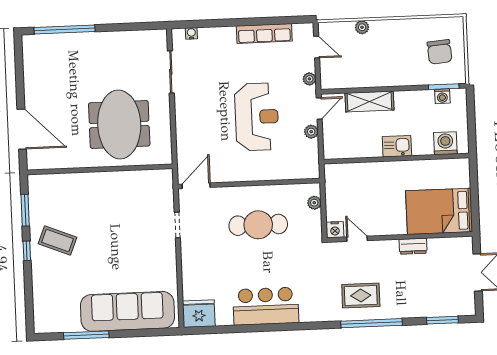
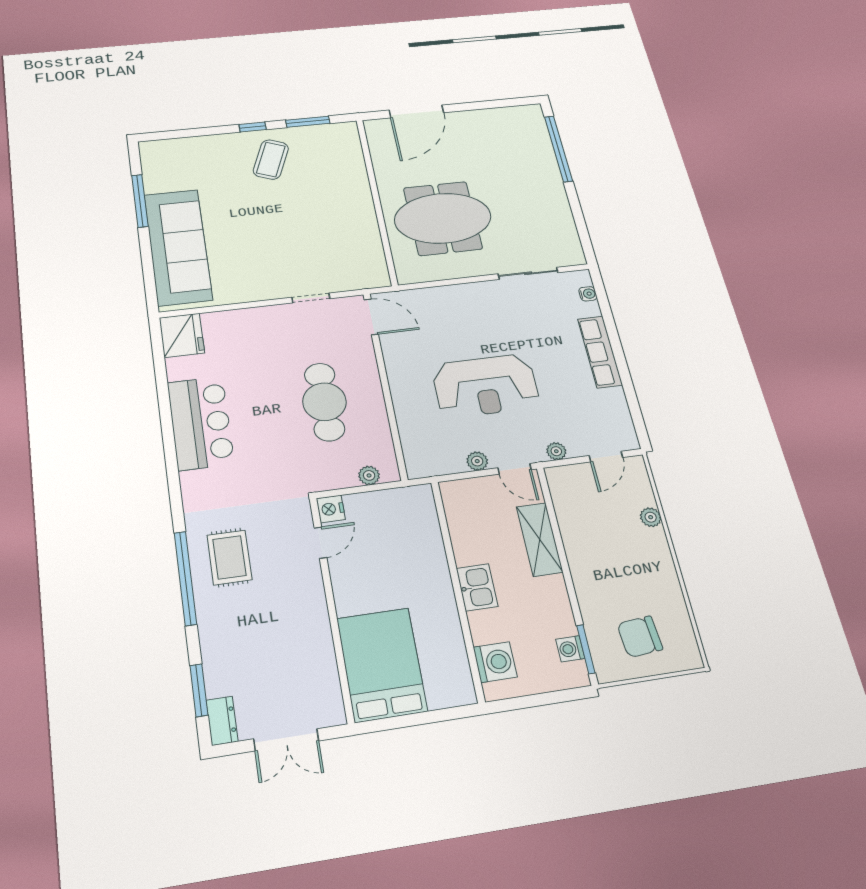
row of seats: (264, 33) -> (600, 352), moved
dresser: (413, 246) -> (222, 721), moved, turned 180

